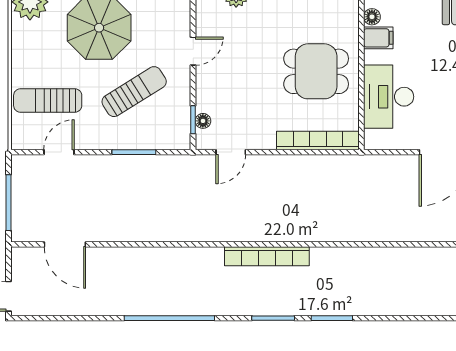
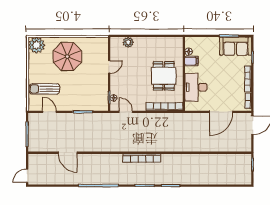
dining table: (316, 71) -> (164, 76), turned 90
sun lounger: (134, 92) -> (83, 85), removed
door: (59, 152) -> (49, 112), hinge flipped
door: (231, 152) -> (126, 112), swing flipped
door: (65, 244) -> (68, 153), moved

